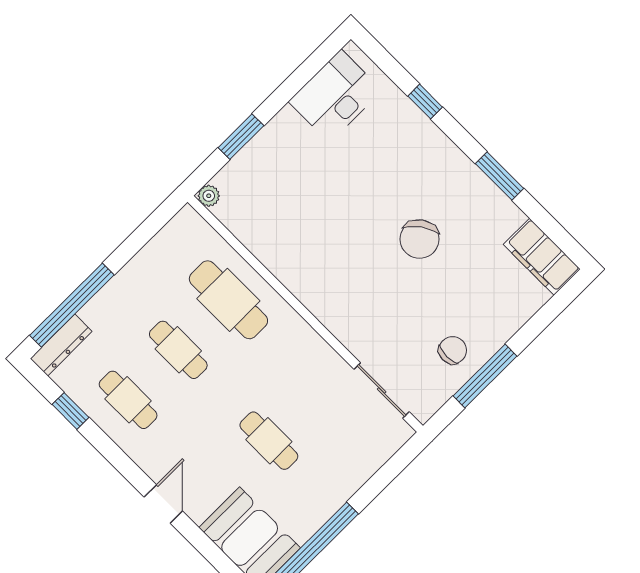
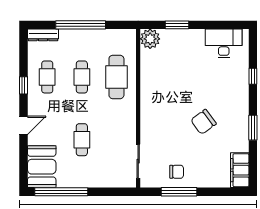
plant: (209, 196) -> (150, 39), width x1.88, depth x1.88
window: (72, 305) -> (81, 25), moved
window: (70, 411) -> (23, 85), moved

